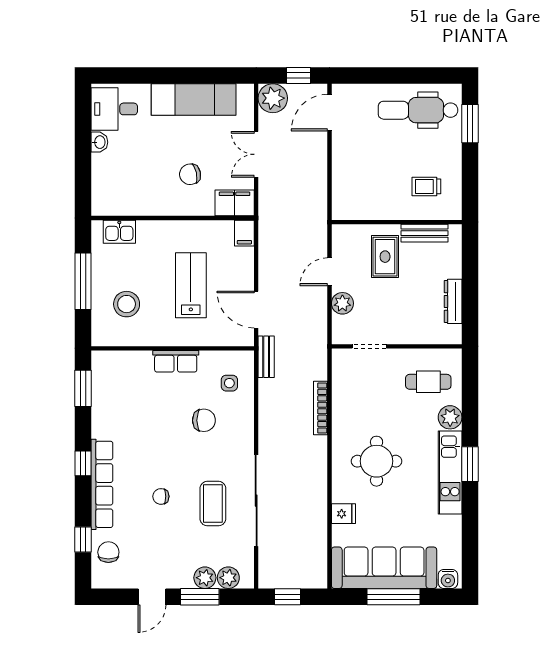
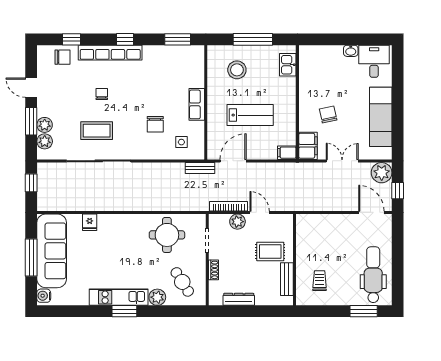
shoe rack: (411, 337) -> (214, 270), added
cafe table: (428, 382) -> (182, 282), turned -32
bookcase: (321, 408) -> (229, 206), moved
round table: (377, 461) -> (167, 235), moved

